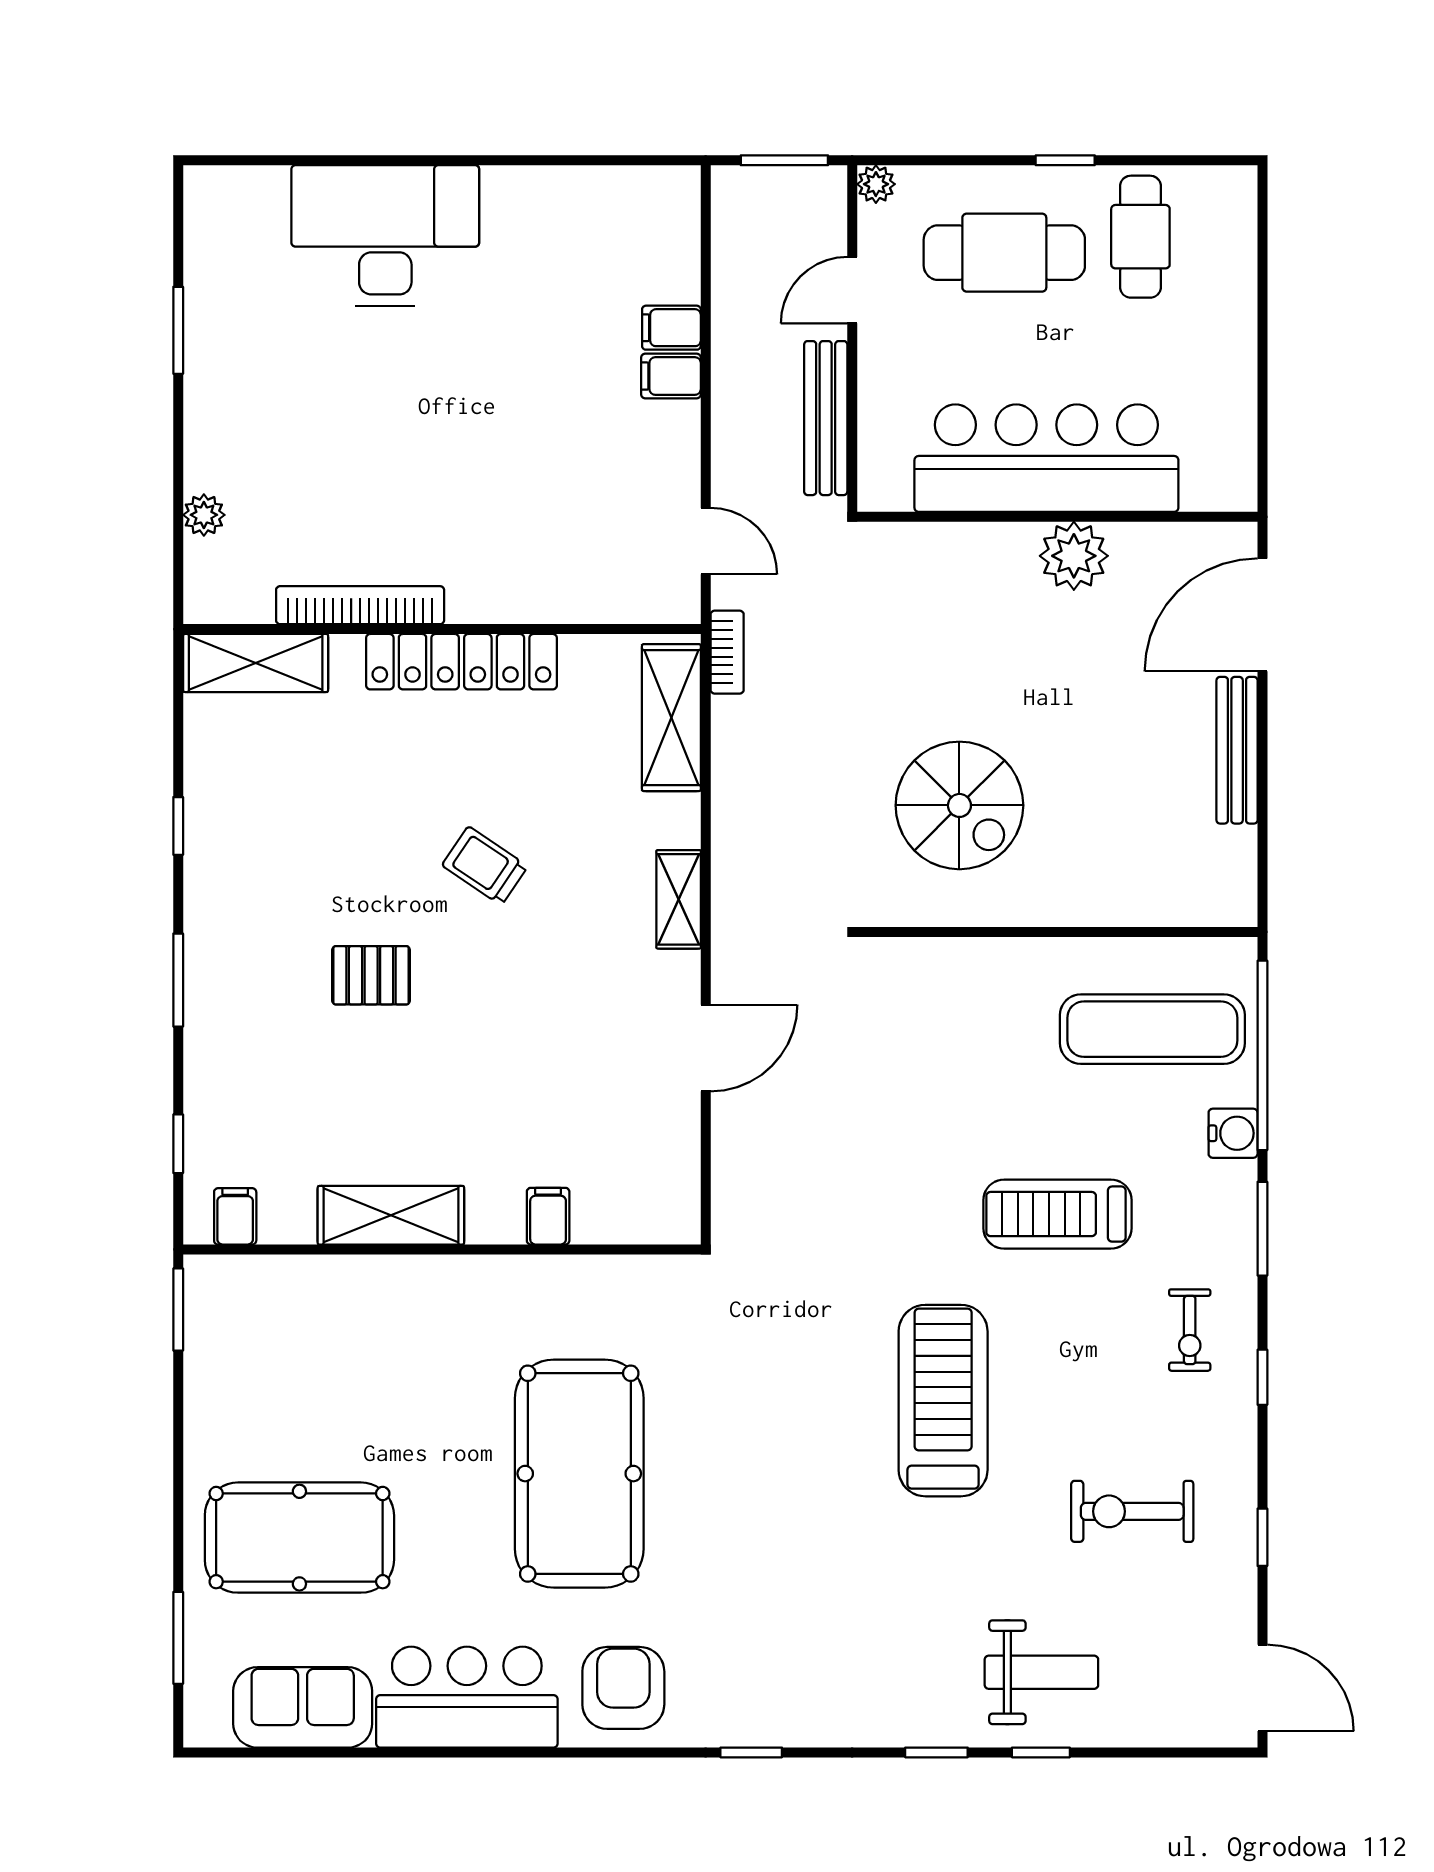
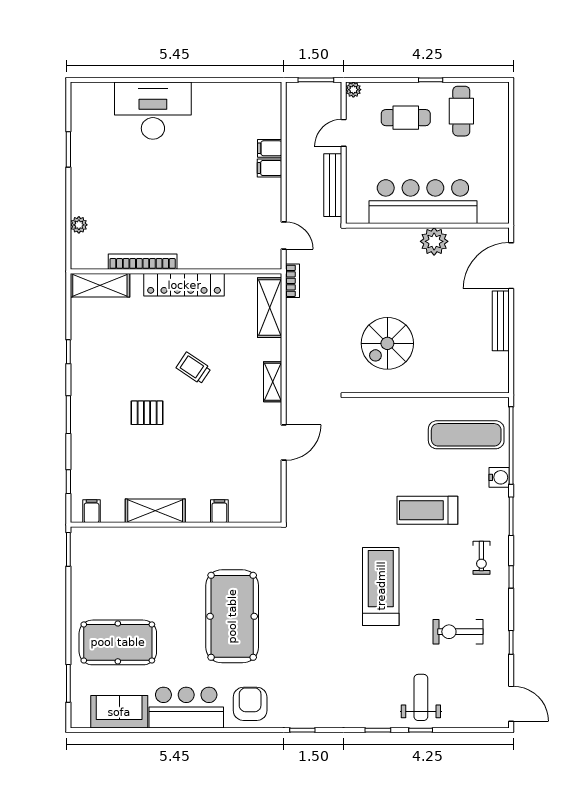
cafe table: (1004, 253) -> (406, 118), width x0.73, depth x0.74
spiral stairs: (959, 805) -> (387, 343), turned 90
weight bench: (1041, 1672) -> (421, 697), turned -90

